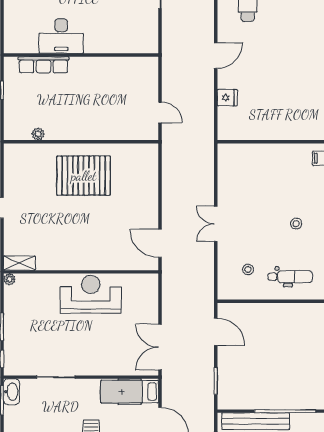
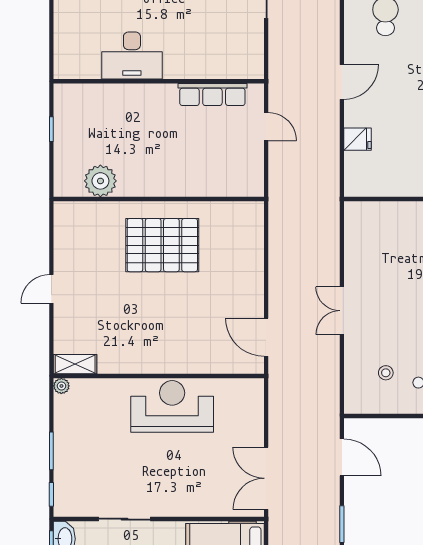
row of seats: (44, 65) -> (212, 94), moved
door: (160, 112) -> (266, 126), moved
plant: (38, 134) -> (100, 181), width x1.87, depth x1.87

